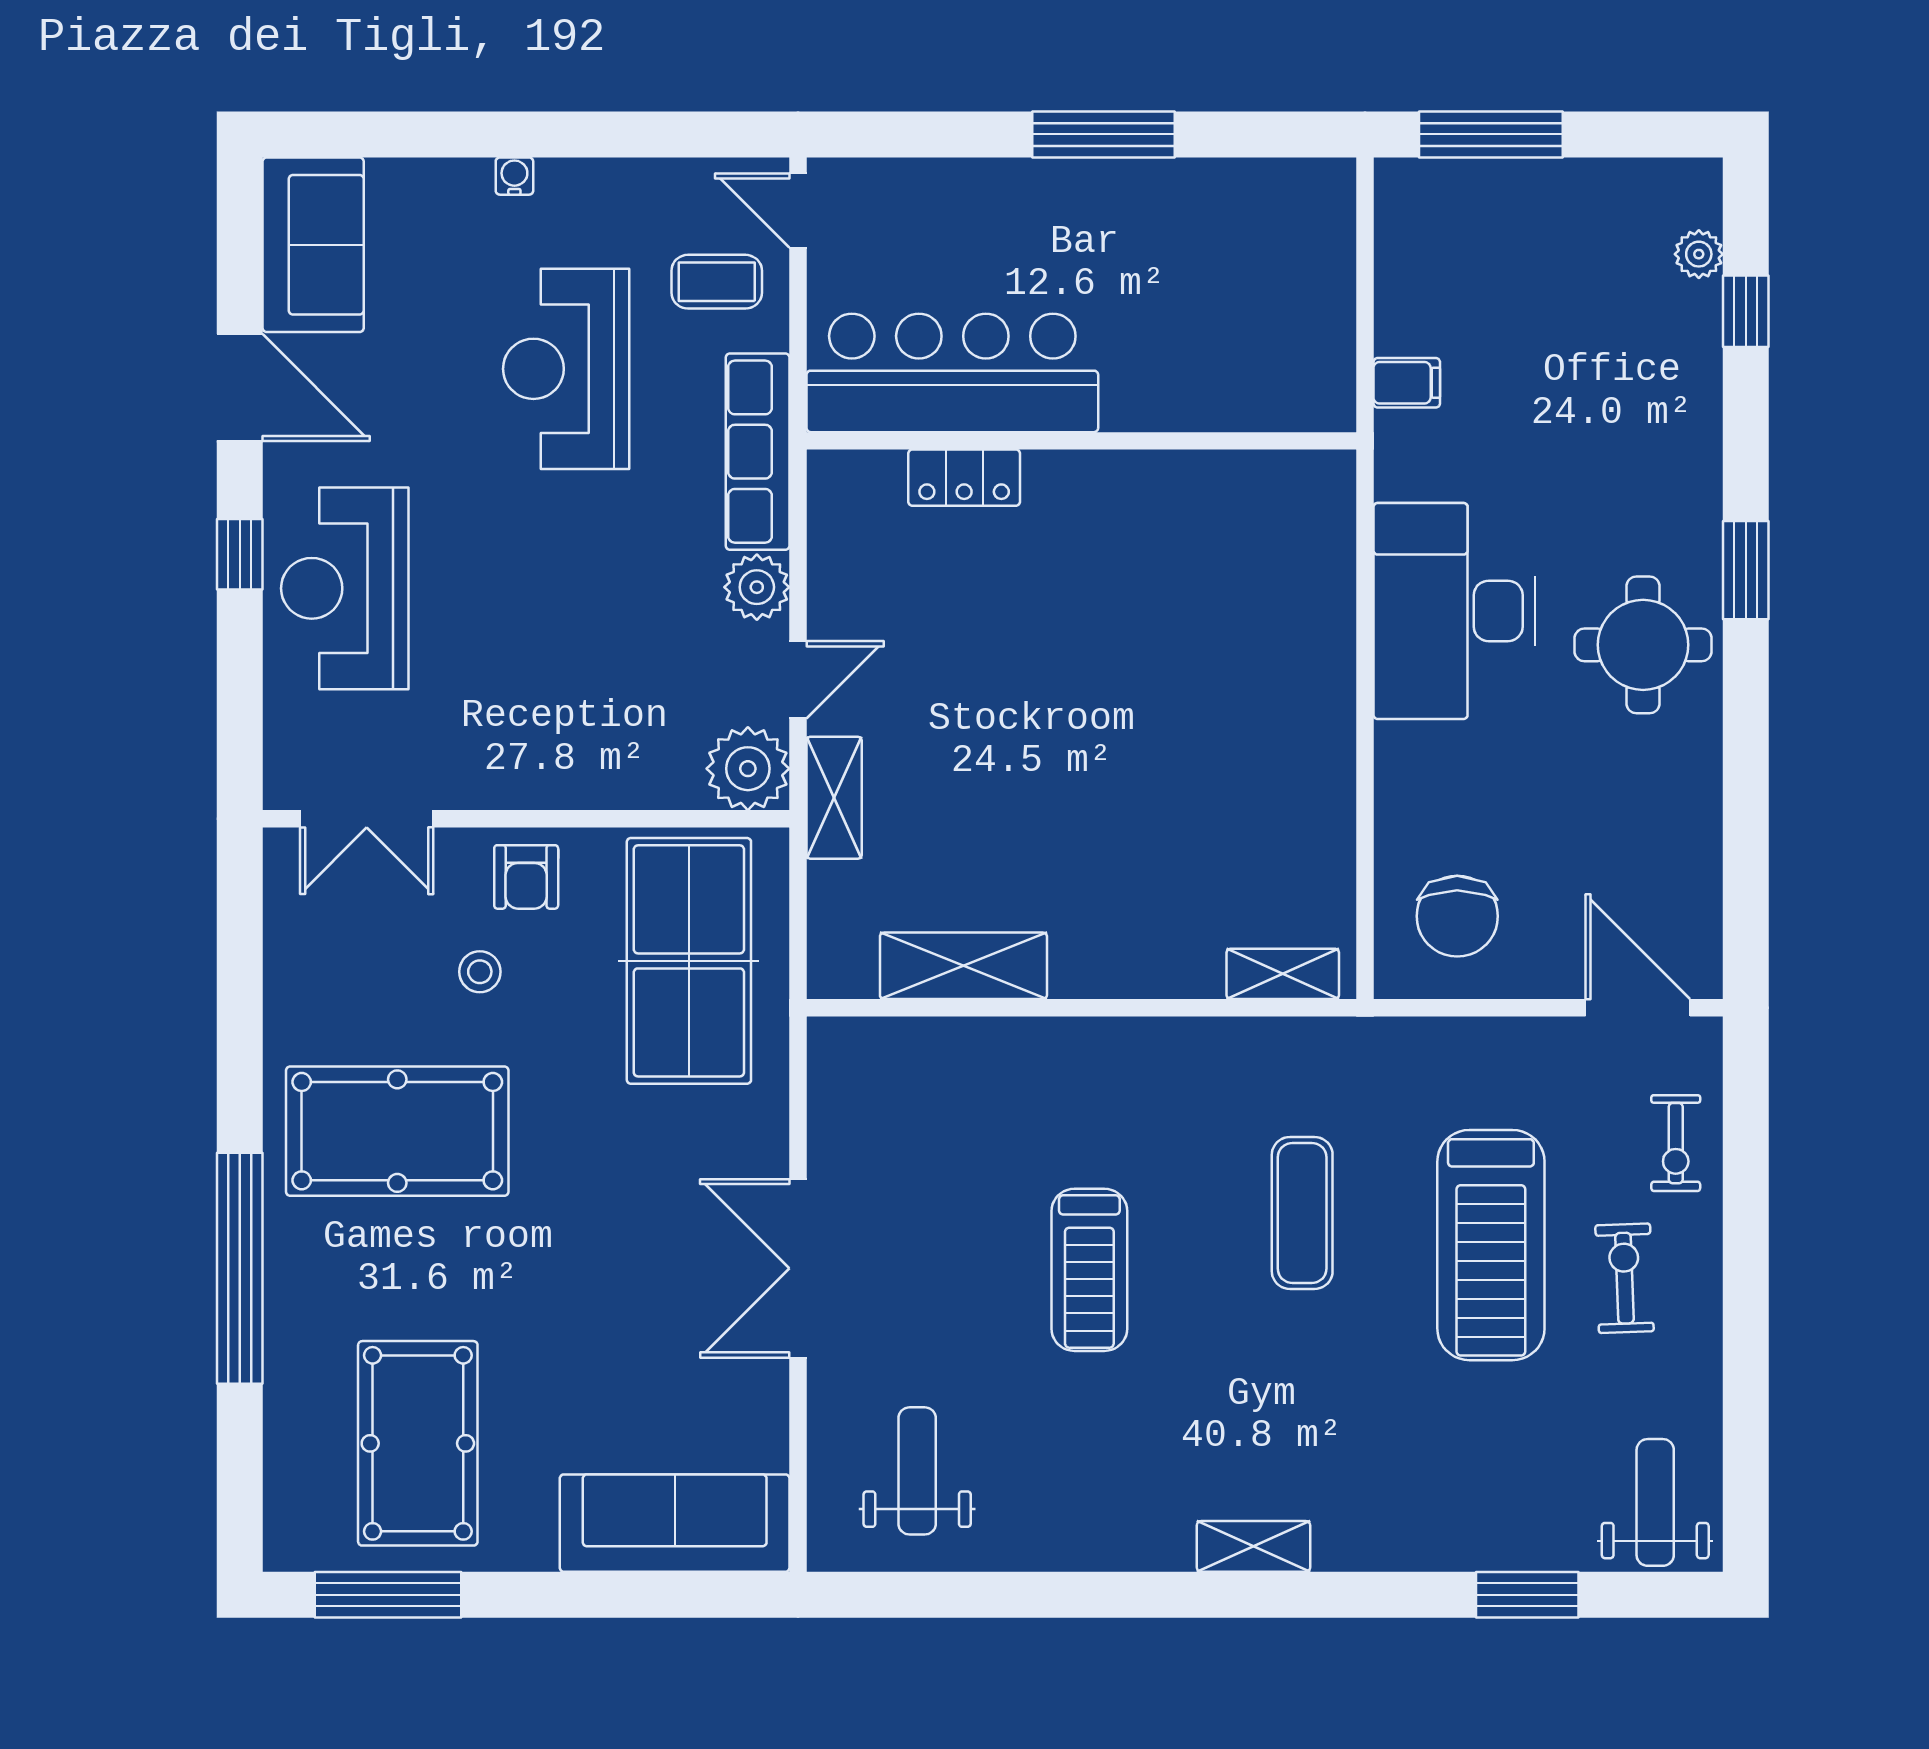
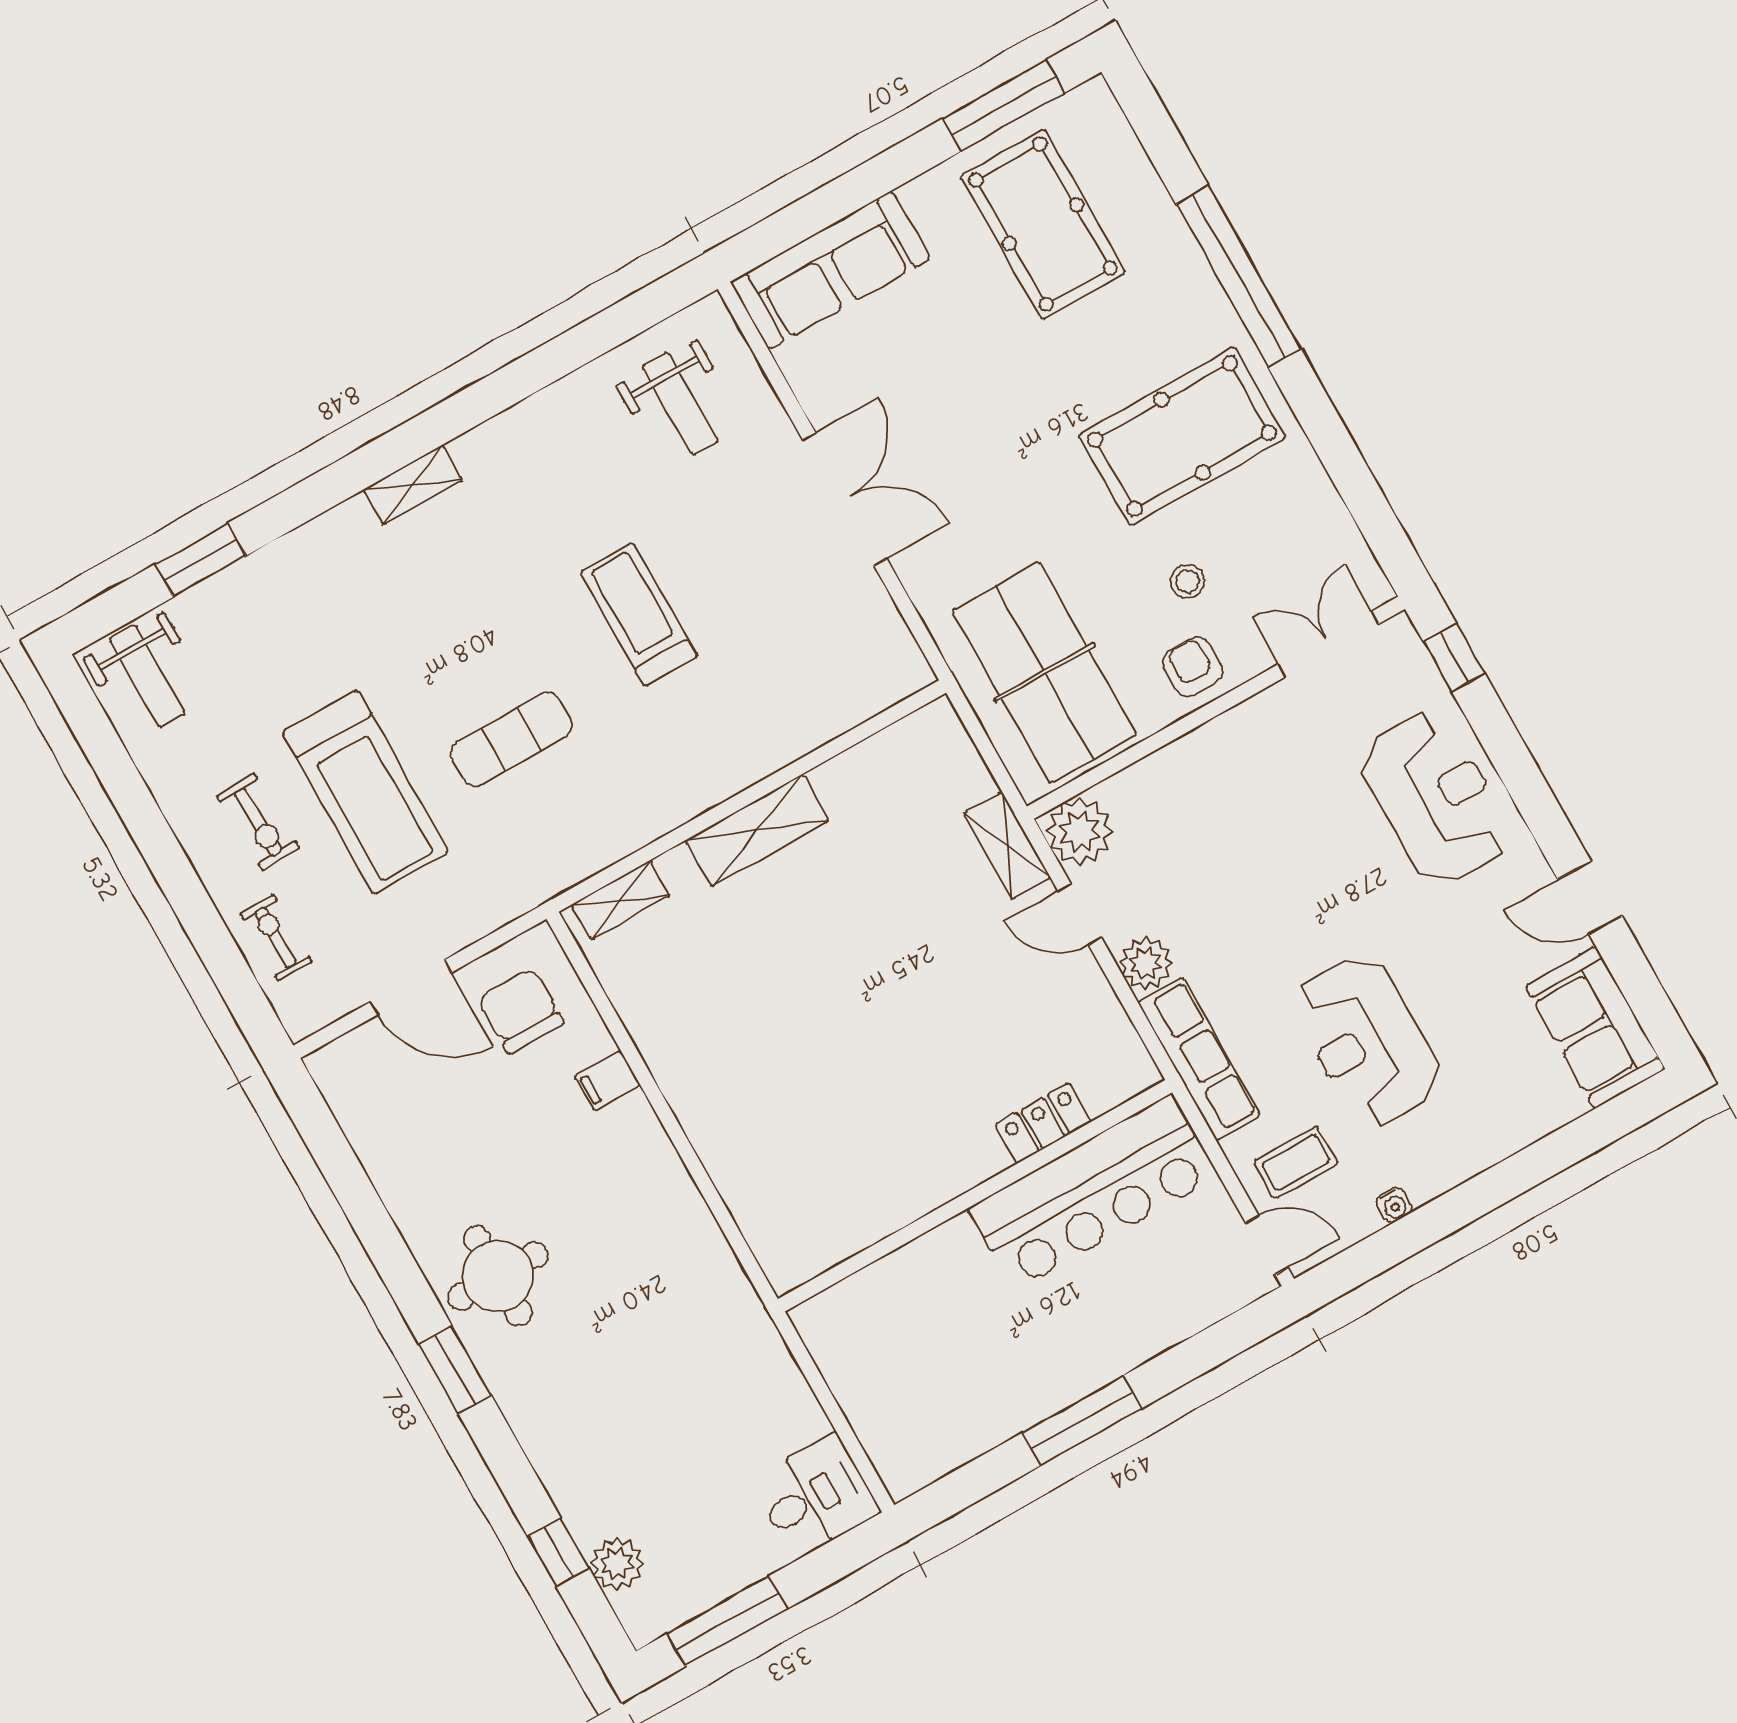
window: (1491, 134) -> (727, 1621), moved
water cooler: (514, 176) -> (1394, 1205), moved
plant: (1699, 254) -> (617, 1564), width x1.38, depth x1.38
reception desk: (566, 369) -> (1367, 1041), turned 180
filing cabinet: (1407, 383) -> (607, 1081), moved
door: (240, 387) -> (1590, 898), width x0.73
window: (240, 554) -> (1454, 658), moved
desk: (1455, 611) -> (815, 1496), moved, width x0.53, depth x0.77
door: (798, 680) -> (1080, 914), hinge flipped
shelving: (963, 966) -> (757, 831), moved
door: (1638, 1008) -> (411, 987), moved
exercise mat: (1302, 1213) -> (511, 739), turned 90
treadmill: (1491, 1245) -> (366, 792), turned 180

